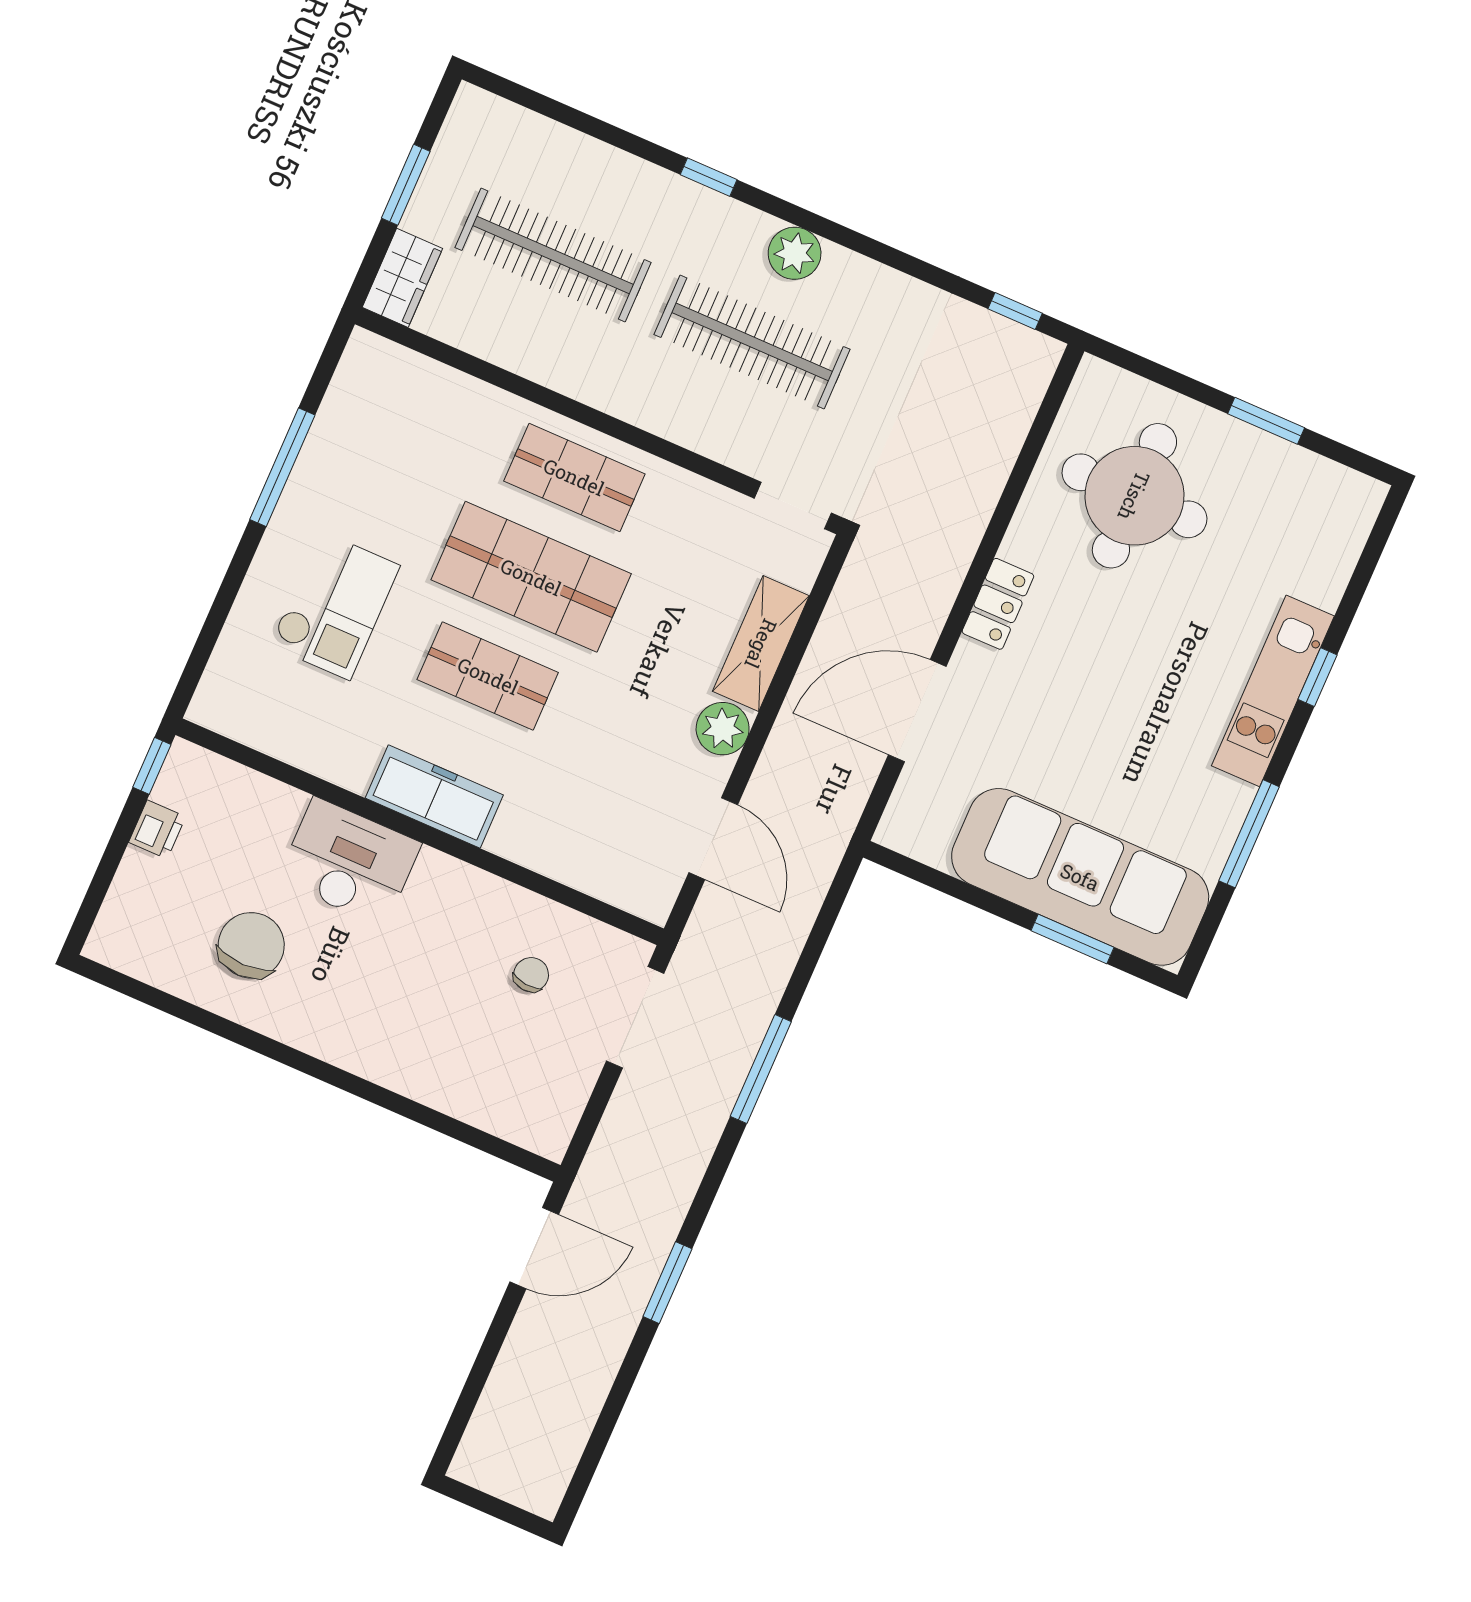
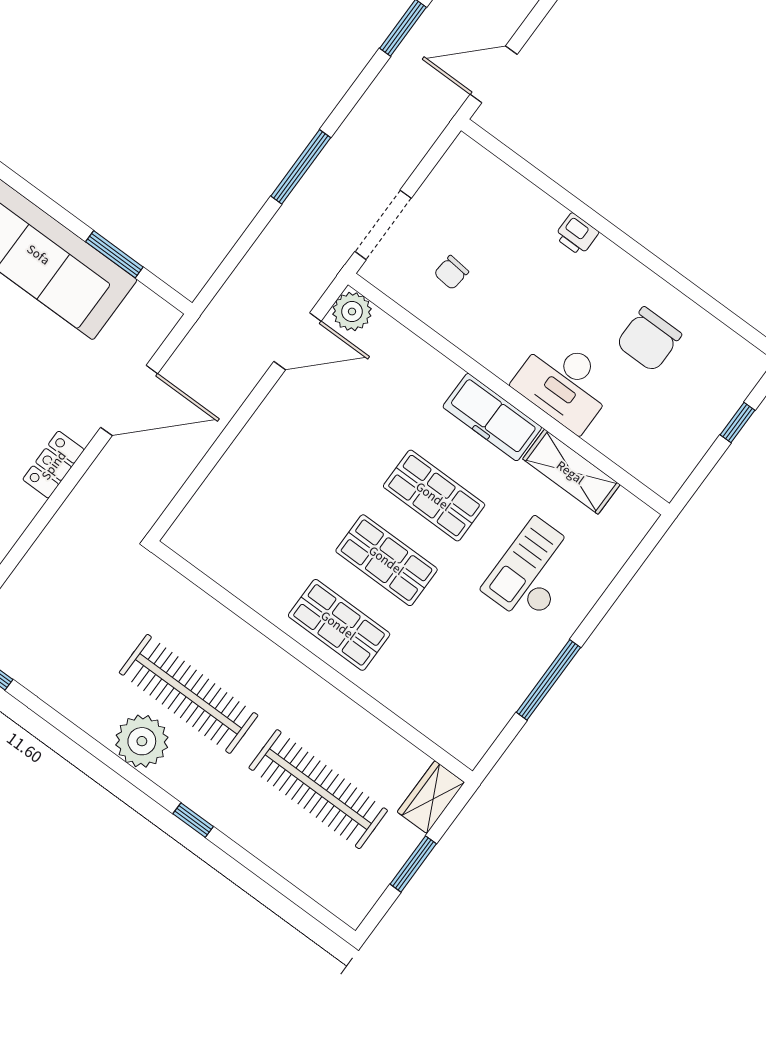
plant: (795, 253) -> (142, 741), width x1.36, depth x1.36
doorway: (793, 506) -> (186, 569), removed
shop shelf: (531, 577) -> (387, 560), width x0.70, depth x0.74
shelving: (761, 644) -> (571, 472), moved, turned 90
plant: (723, 729) -> (352, 312), moved
window: (152, 766) -> (737, 423), moved
printer: (157, 830) -> (577, 234), moved, turned -90
door: (713, 839) -> (298, 341), swing flipped
window: (1072, 939) -> (114, 254), moved

